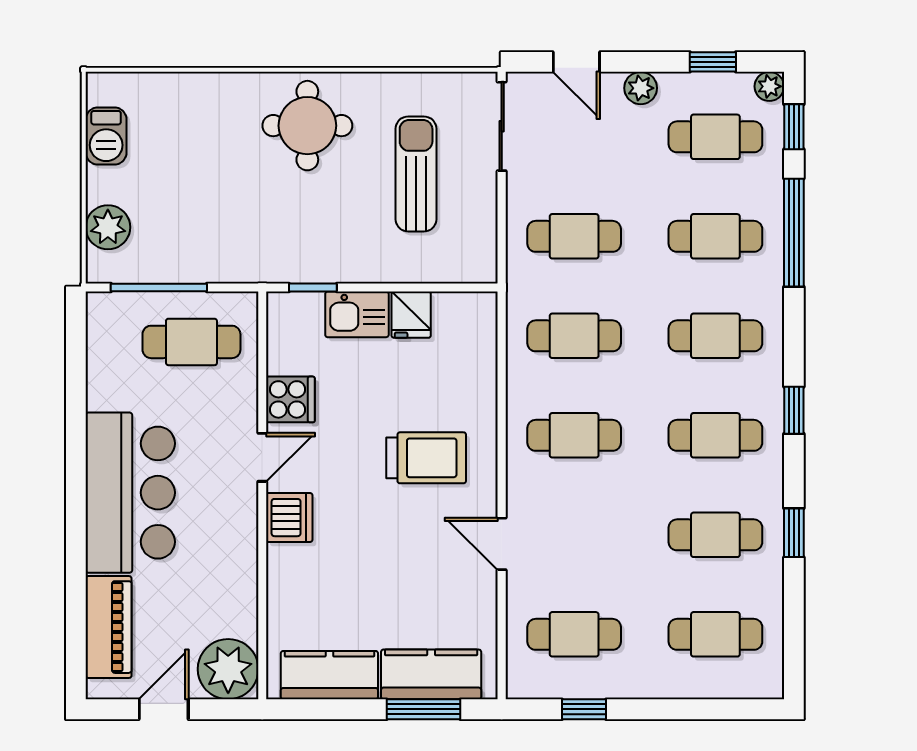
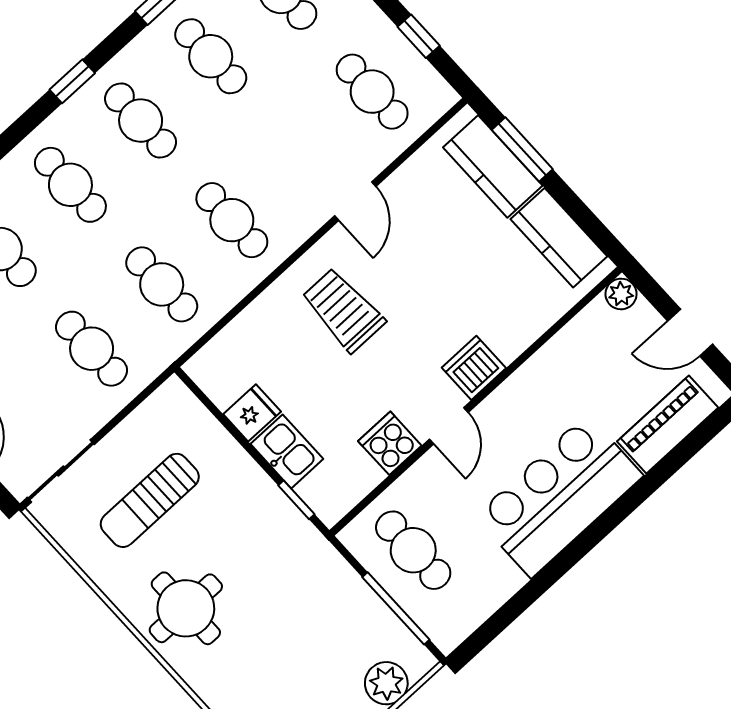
door: (262, 457) -> (449, 426), swing flipped
plant: (228, 669) -> (621, 294), width x0.53, depth x0.53

